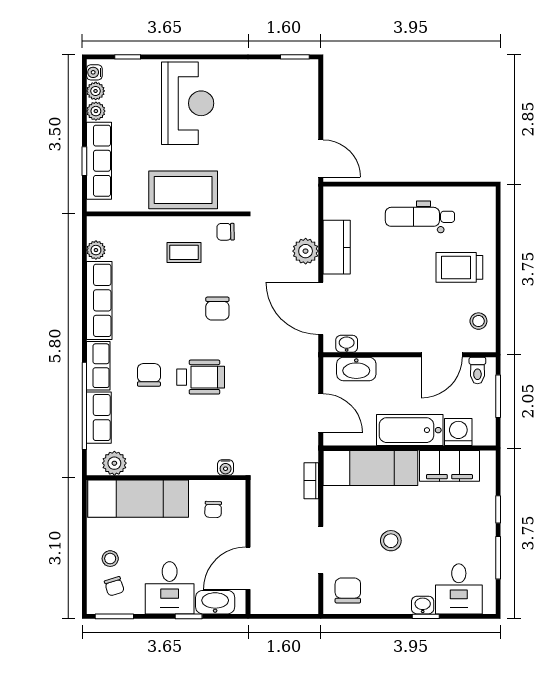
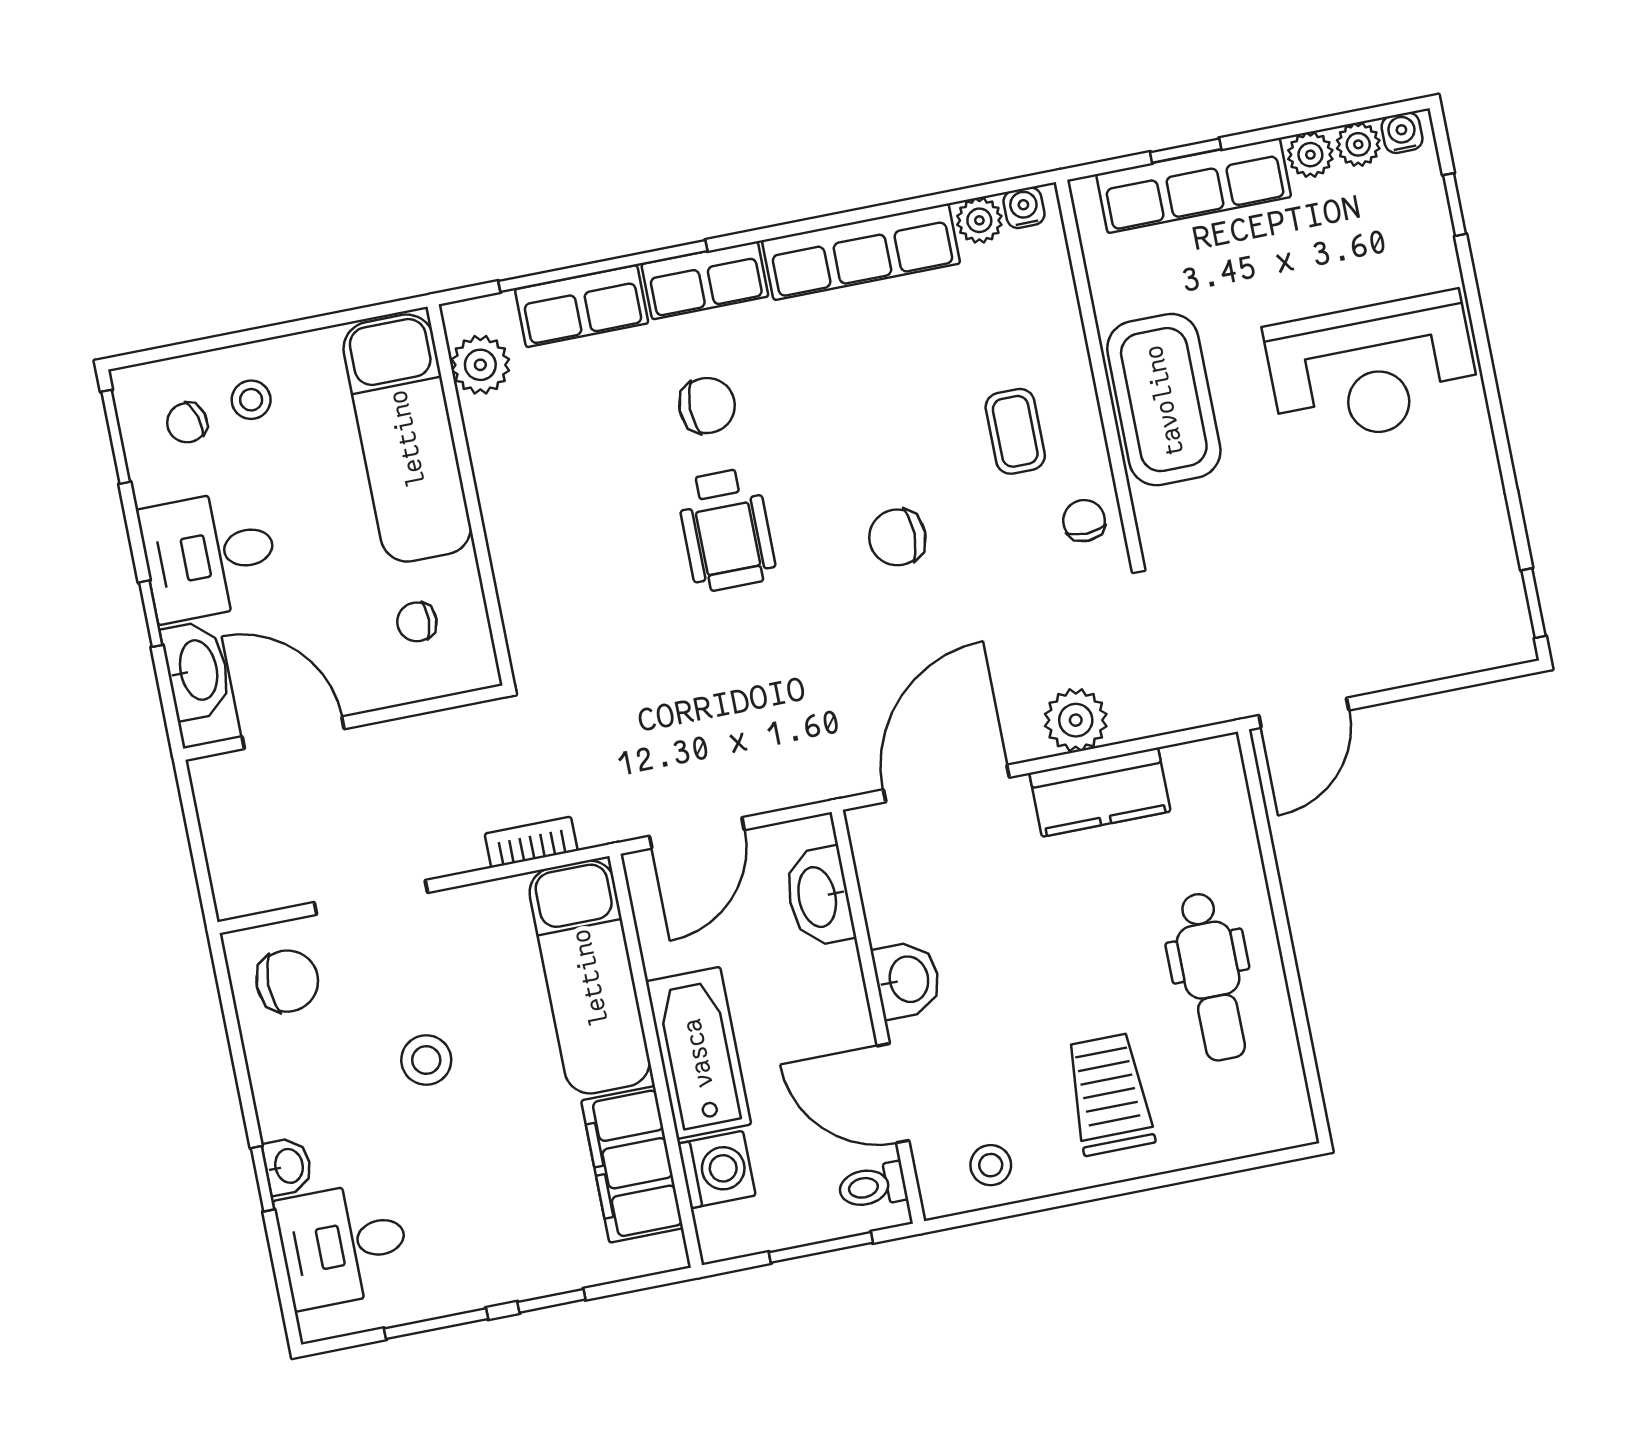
dental chair: (420, 217) -> (1211, 977), turned 180
washbasin: (347, 344) -> (907, 980), moved, width x1.38, depth x1.45
water cooler: (226, 467) -> (1024, 208), moved, turned 90

